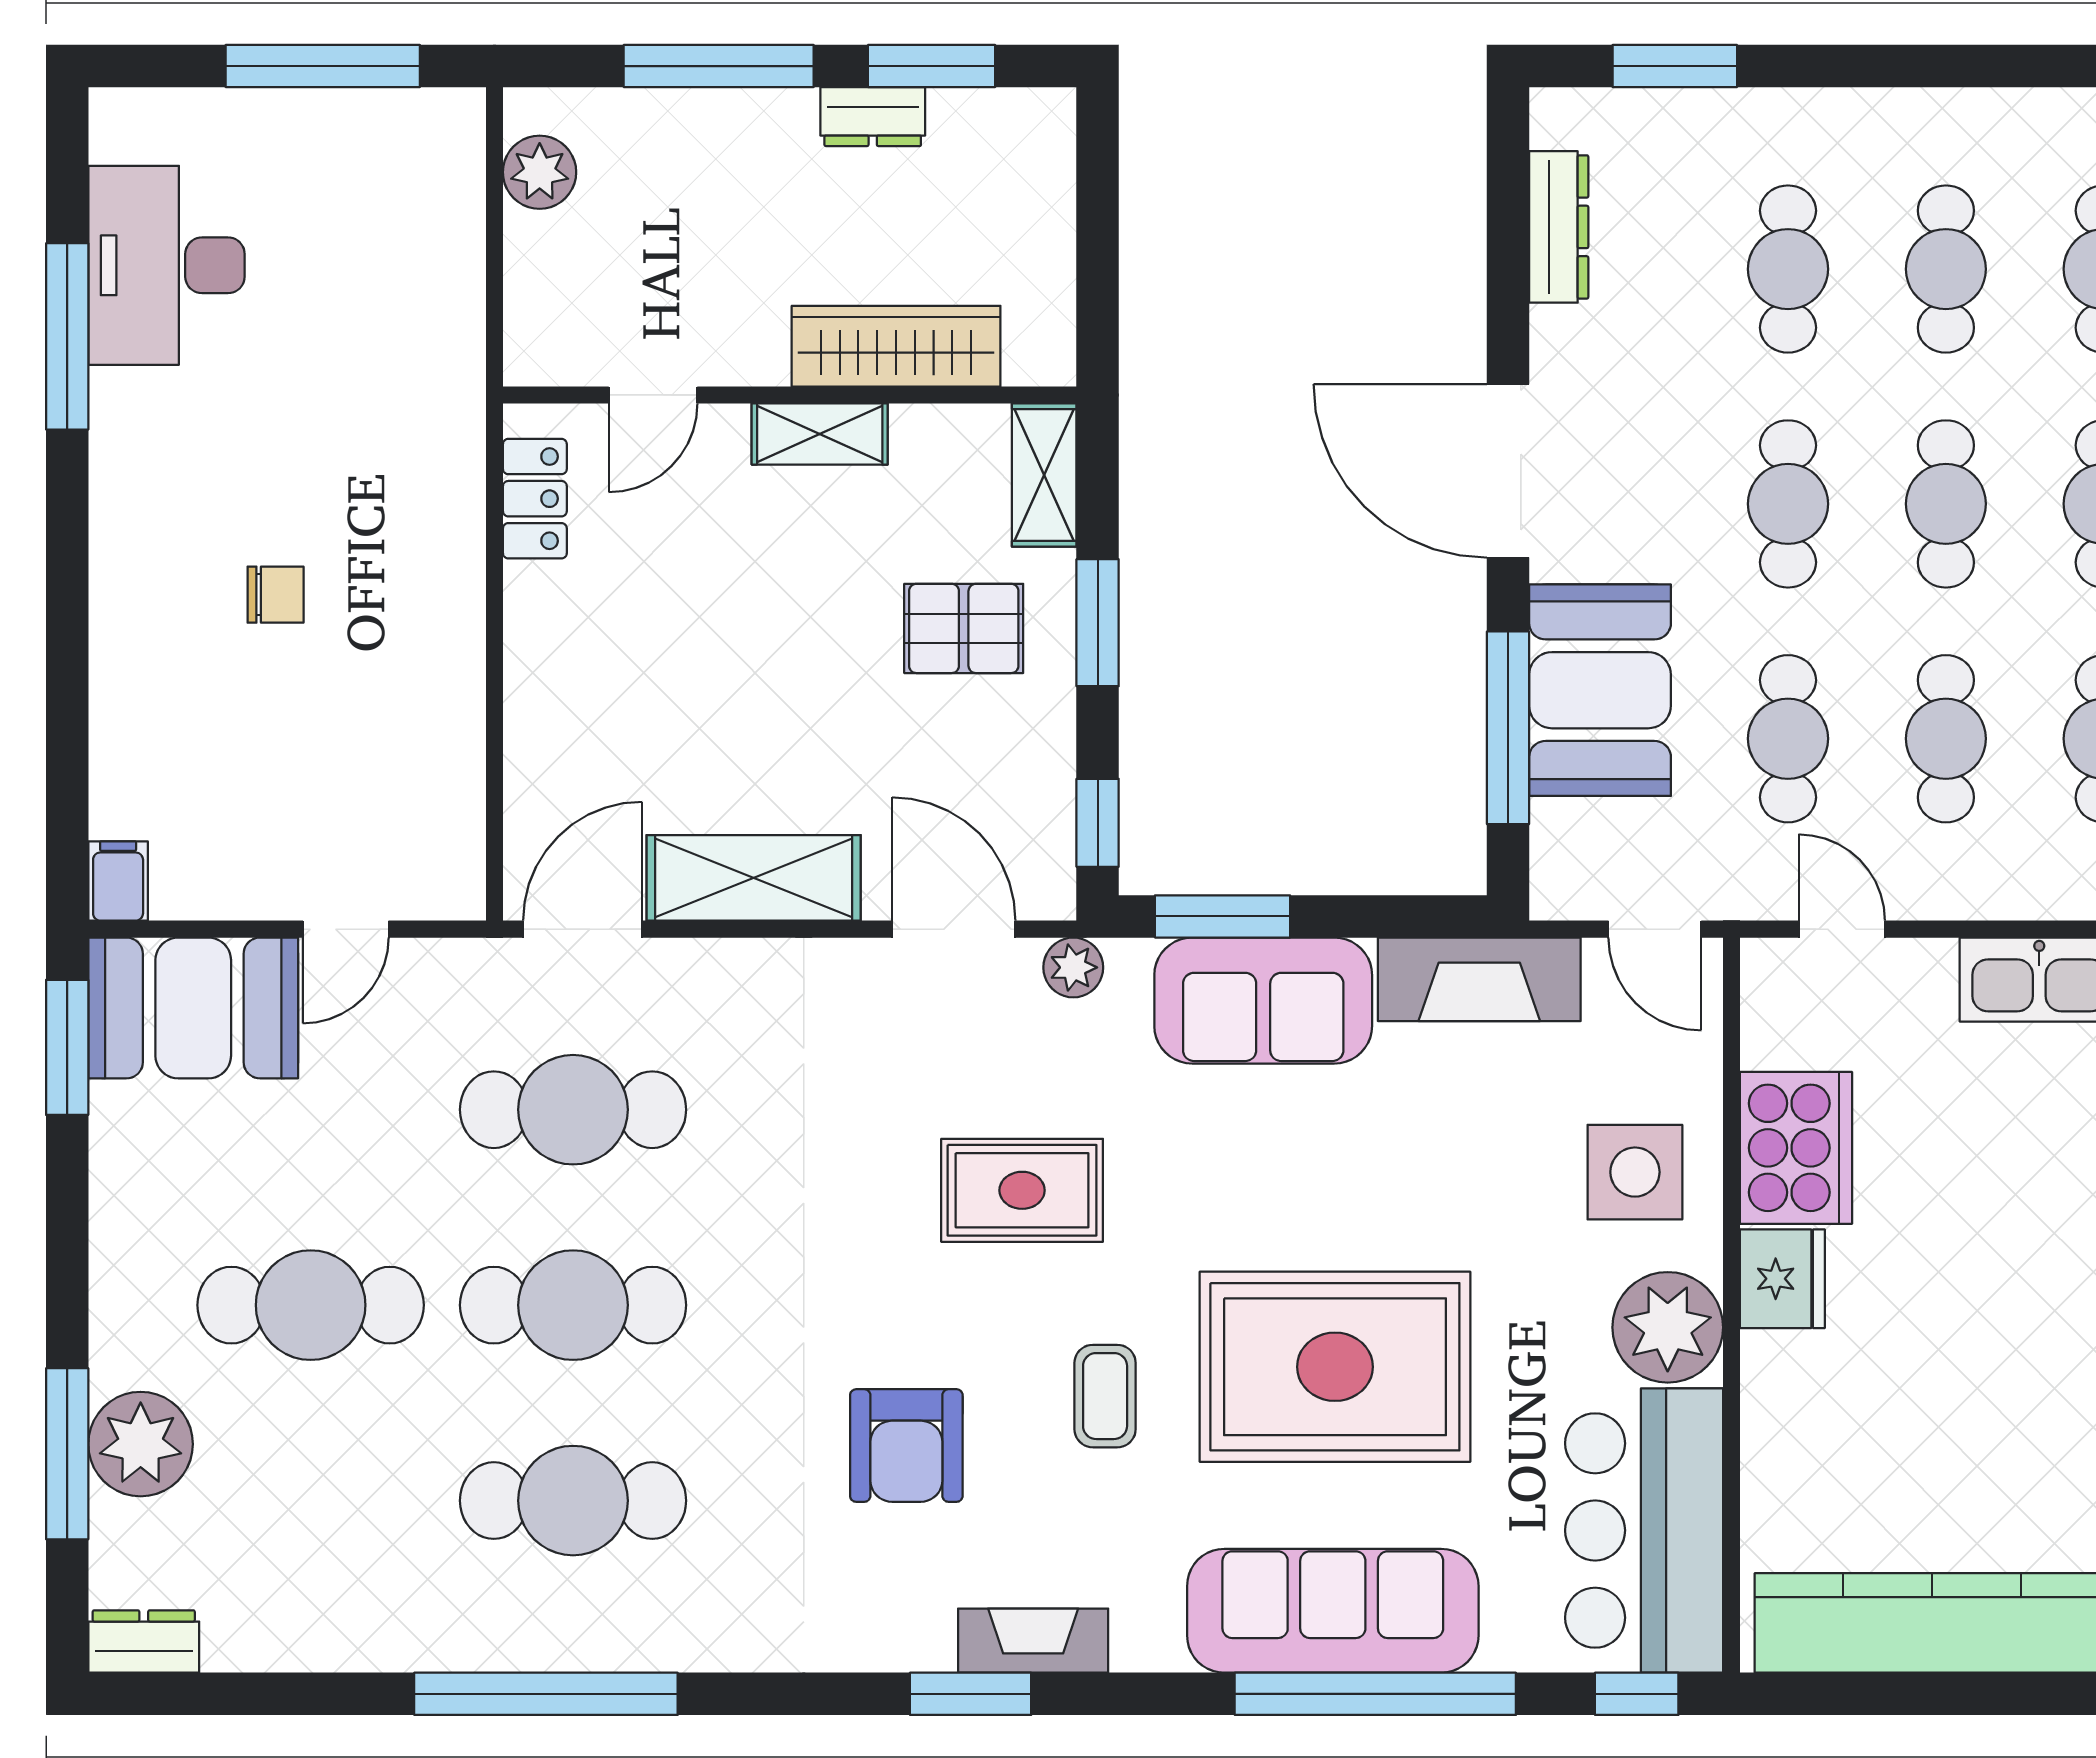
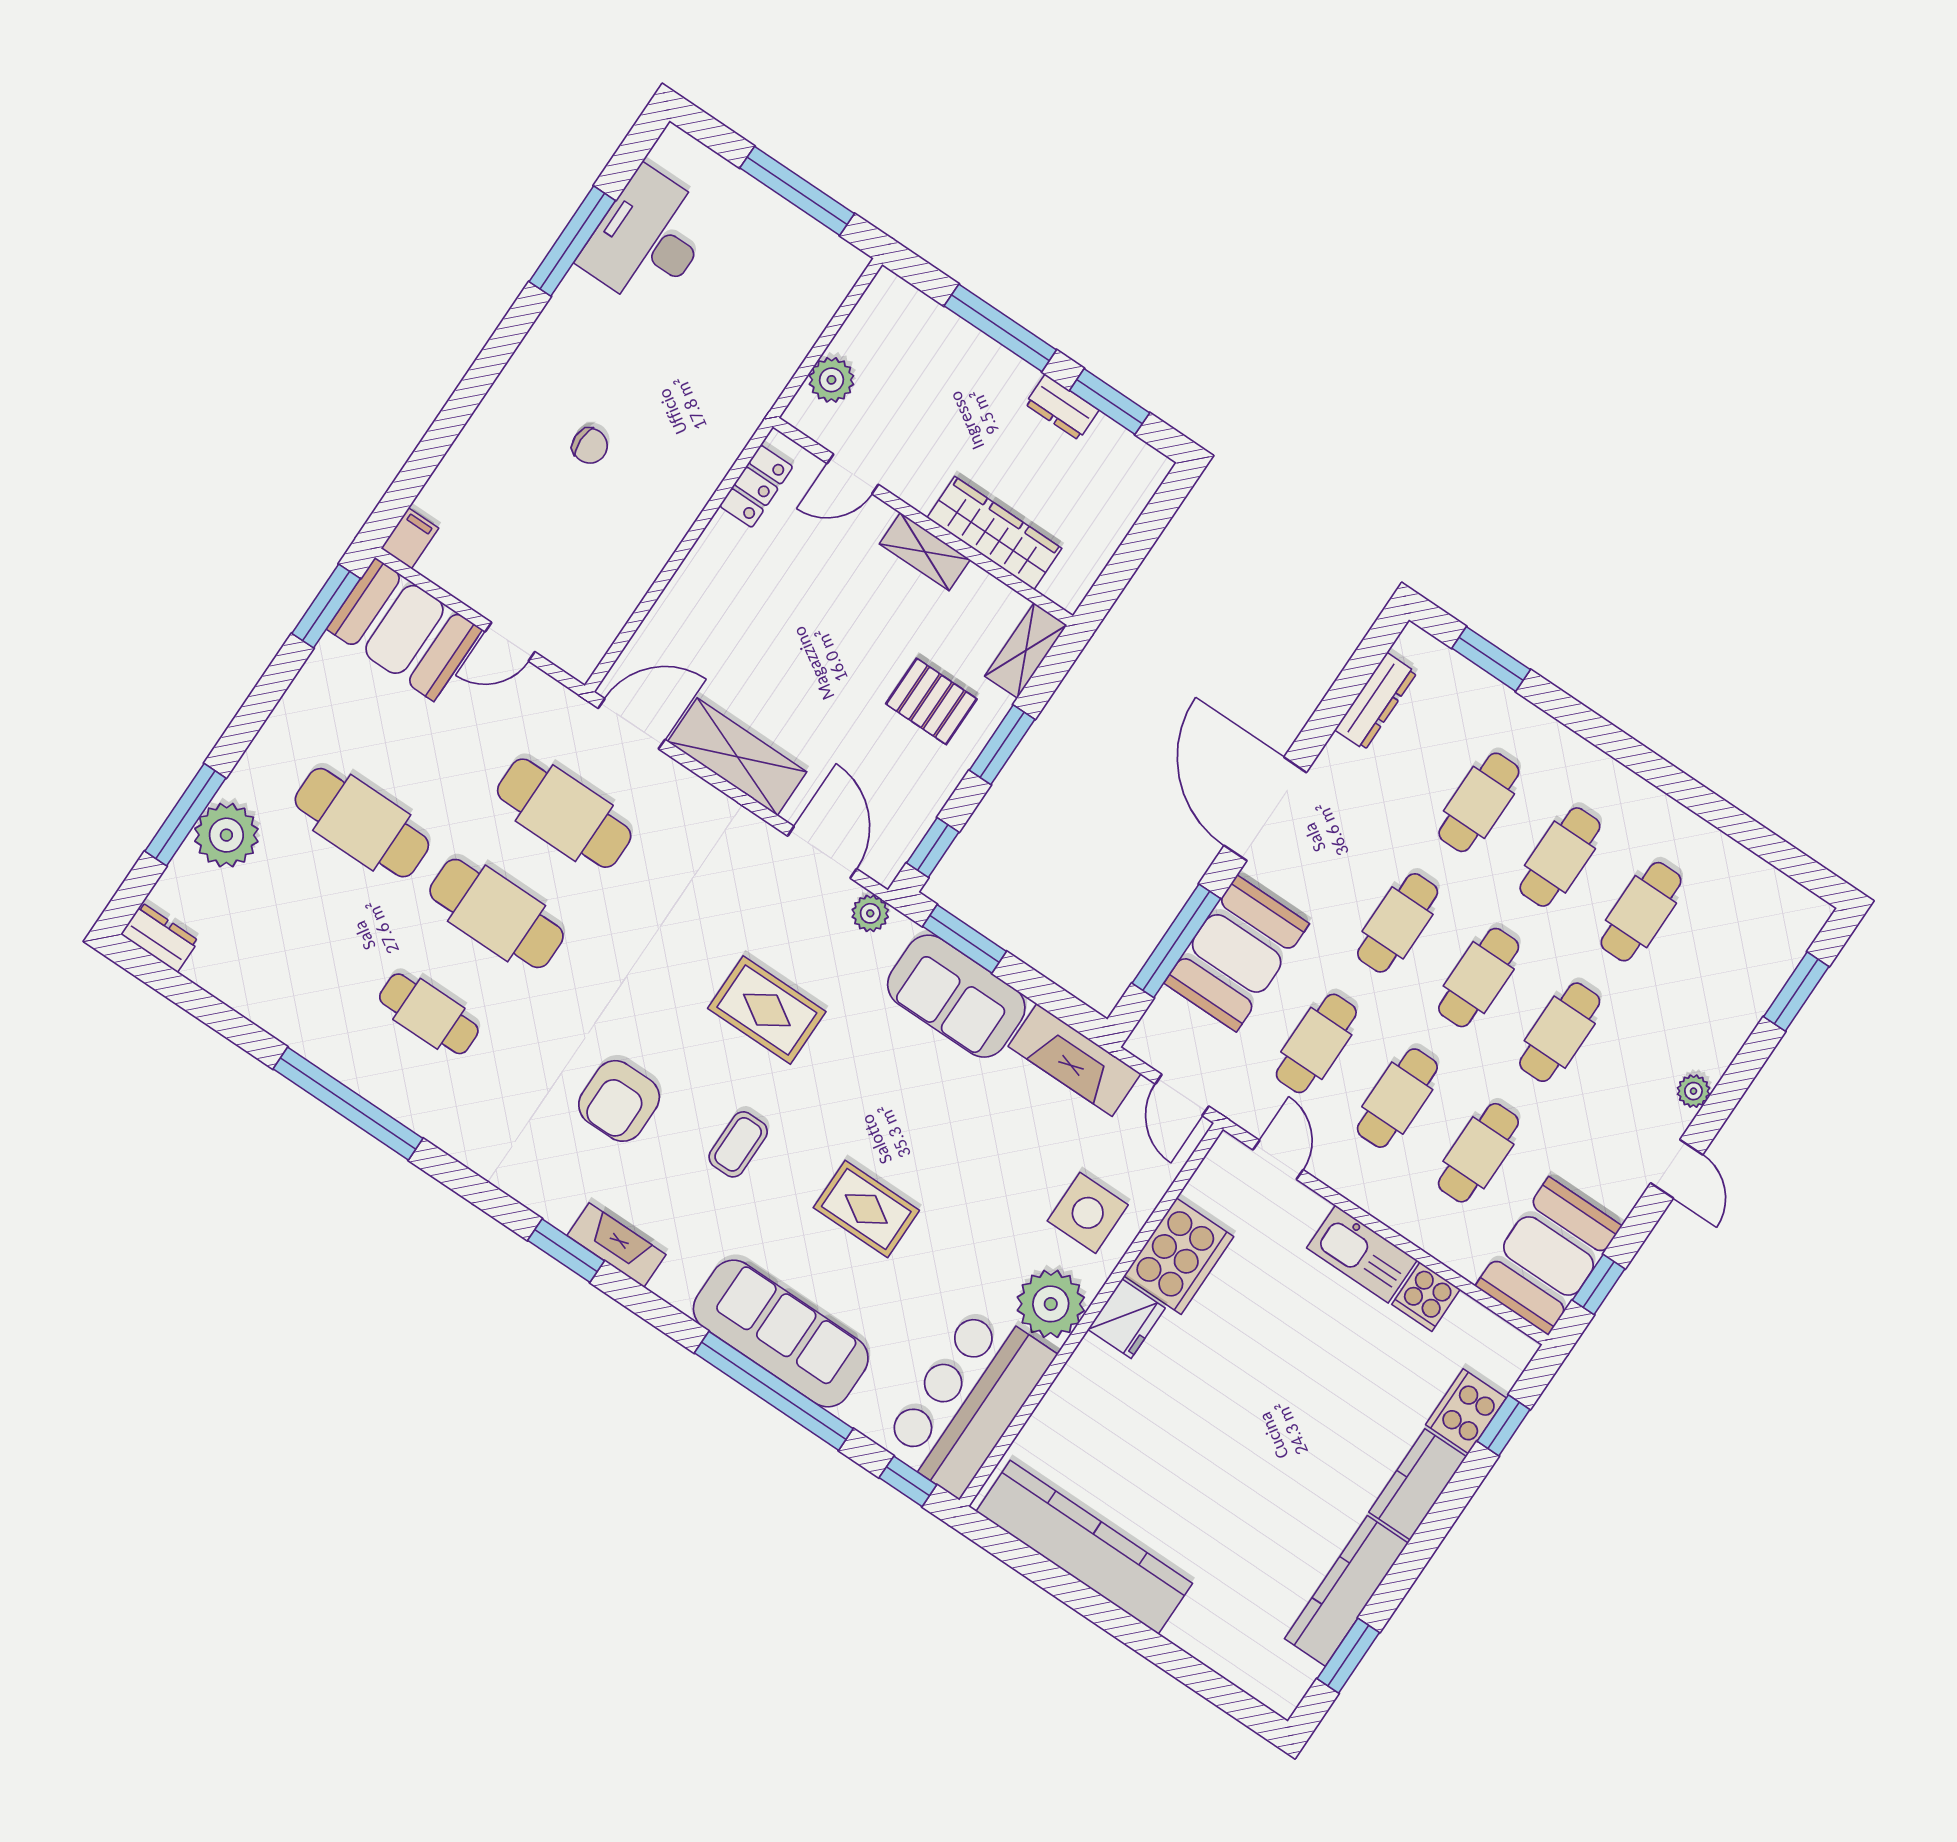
plant: (540, 172) -> (831, 380), moved
rug: (1335, 1367) -> (866, 1209), width x0.54, depth x0.49
cafe table: (573, 1501) -> (429, 1014), width x0.73, depth x0.74

